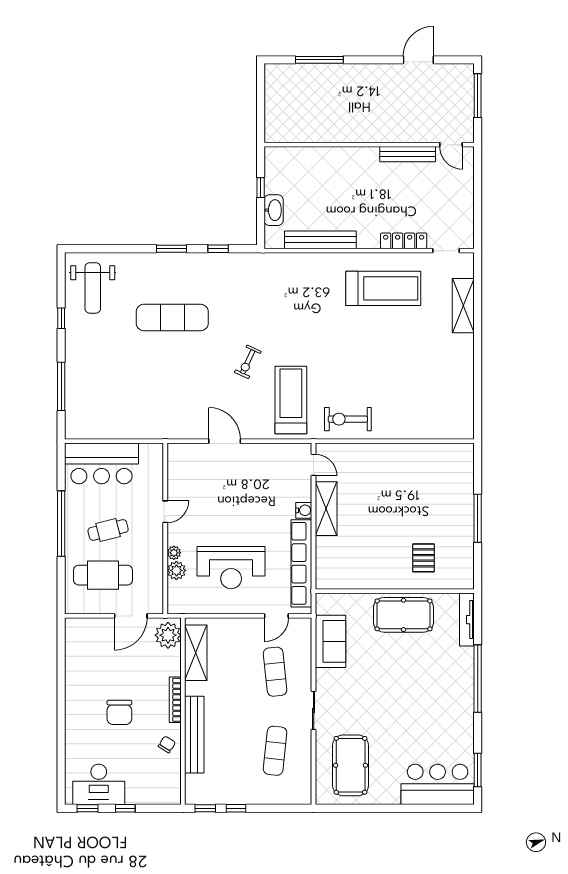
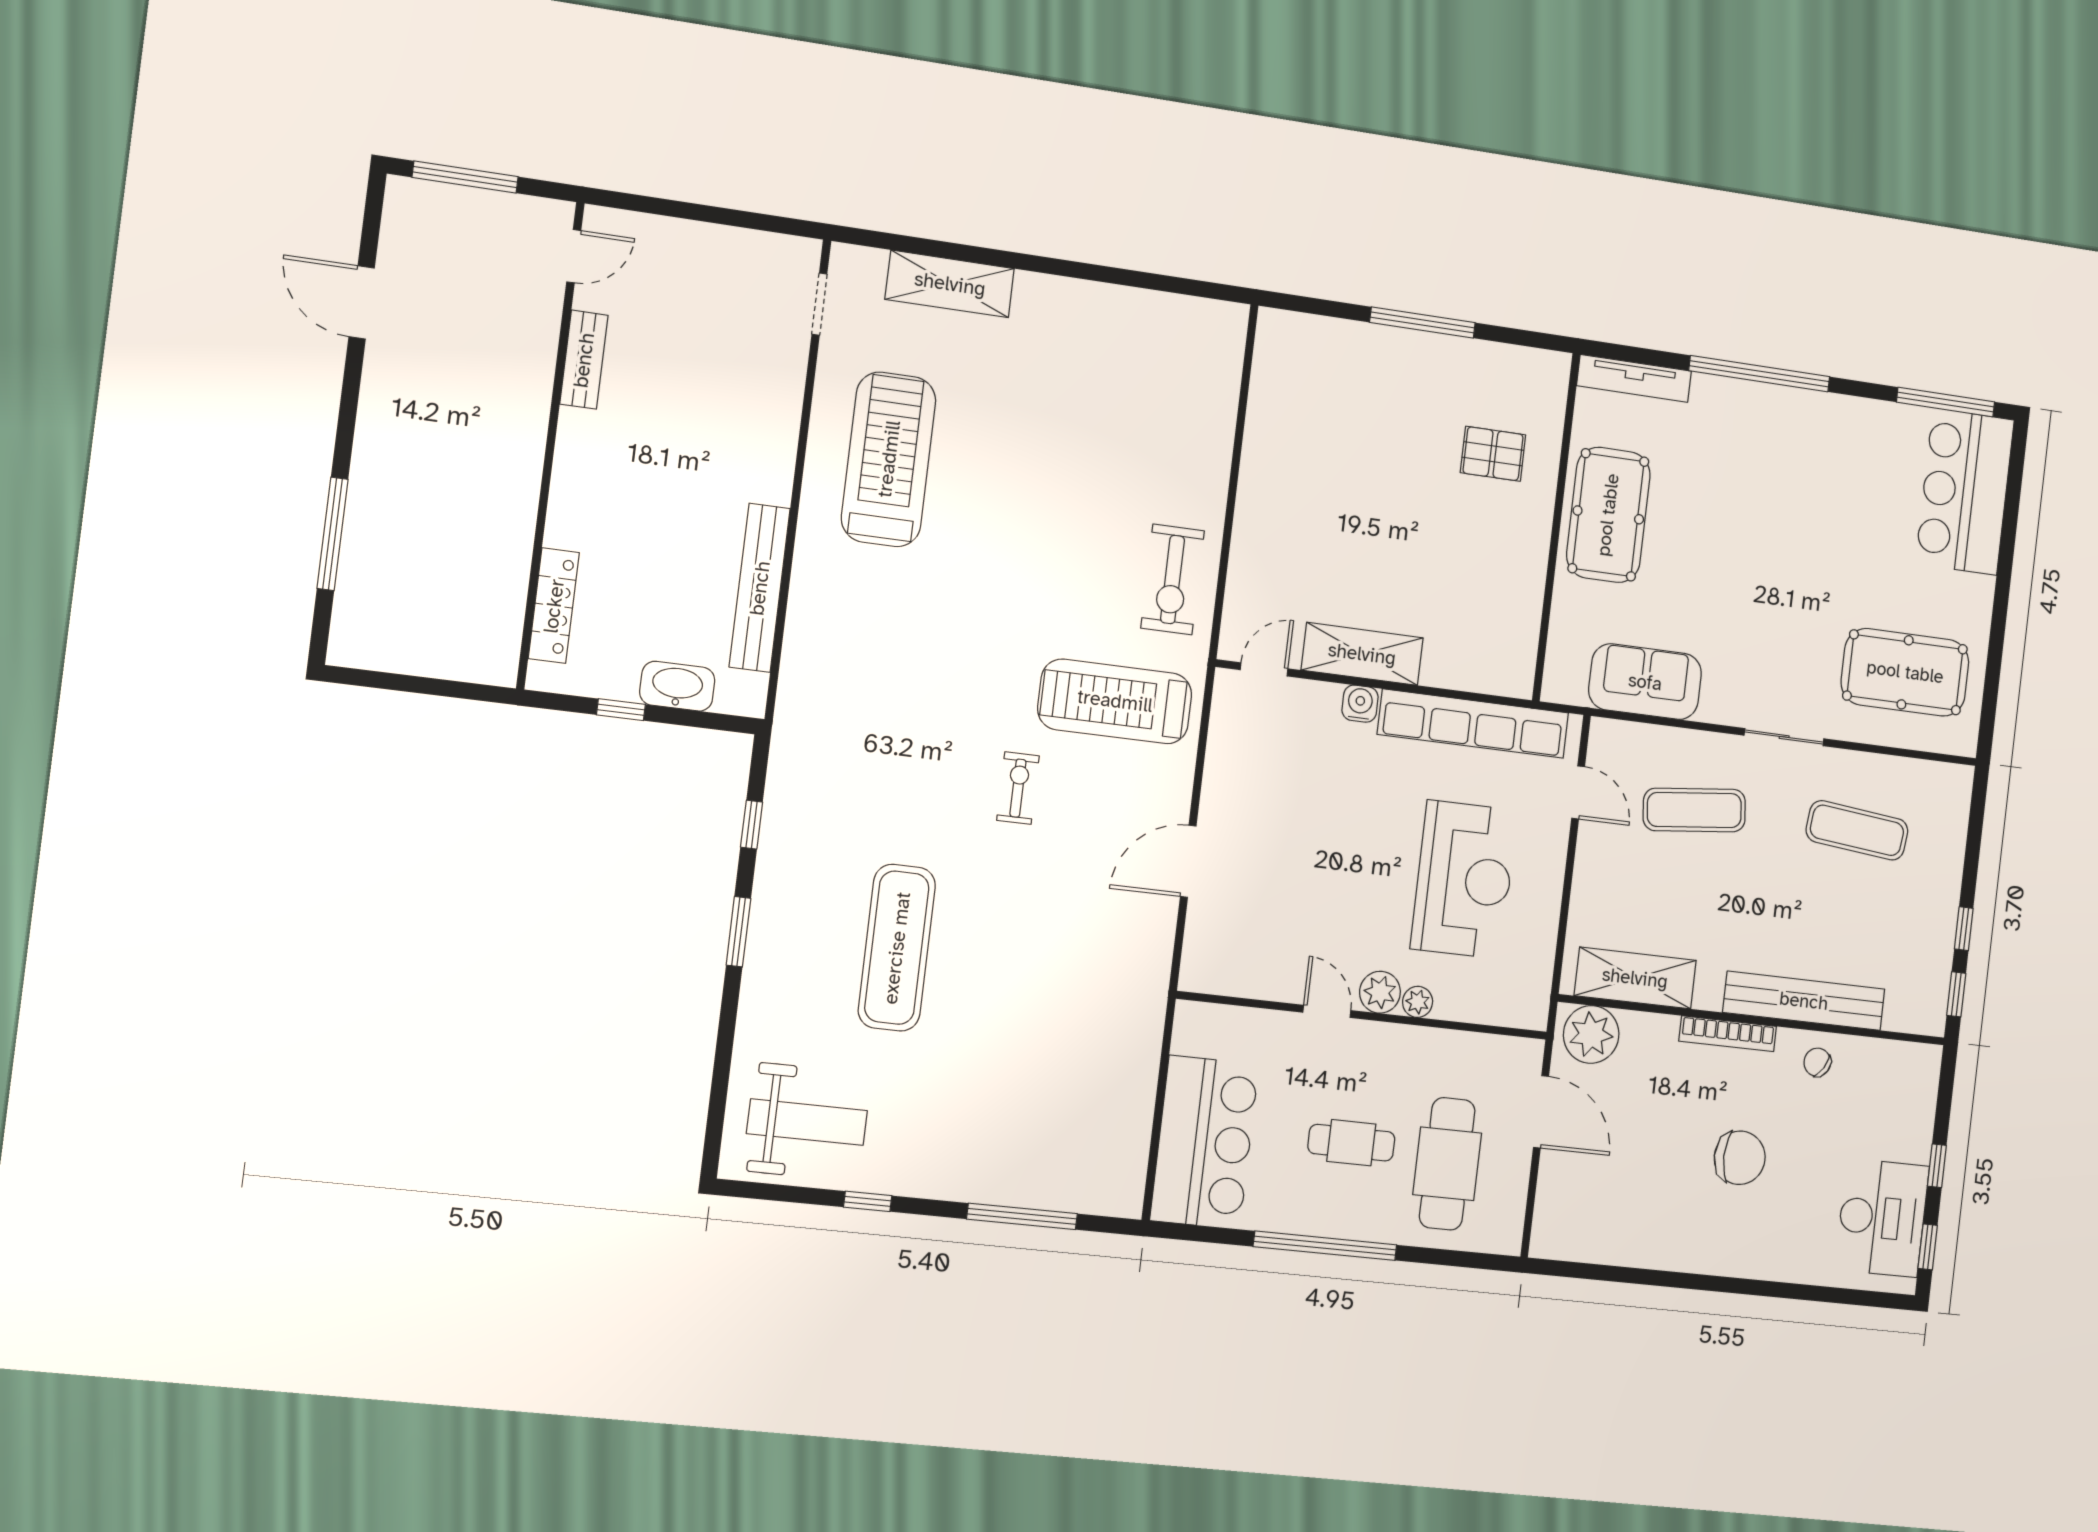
bench: (408, 154) -> (584, 360), width x0.73
locker: (404, 241) -> (554, 606), moved, turned 180
exercise bike: (248, 362) -> (1018, 788), turned -115
cafe table: (108, 530) -> (1351, 1143), turned -76
plant: (176, 570) -> (1380, 992), moved
window: (478, 770) -> (1946, 402), width x1.44

